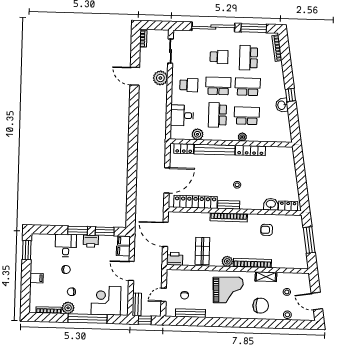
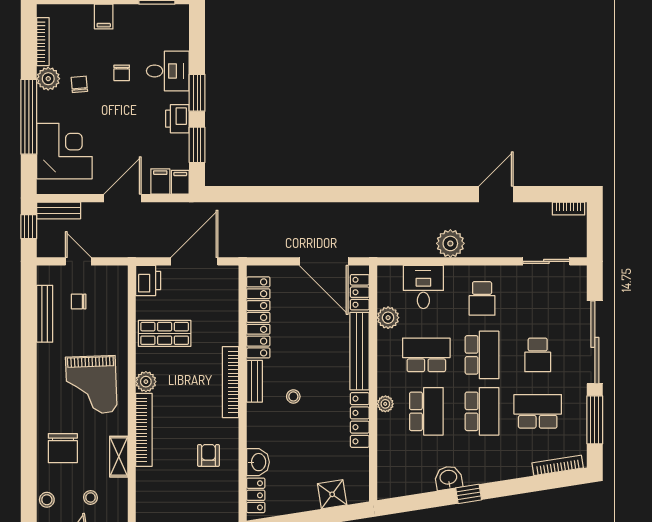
plant: (160, 78) -> (450, 243), moved
shower: (289, 166) -> (332, 494), added
door: (167, 180) -> (324, 261), moved

